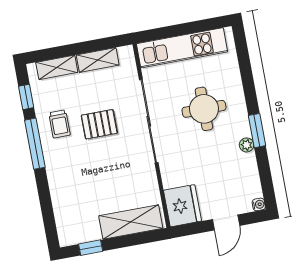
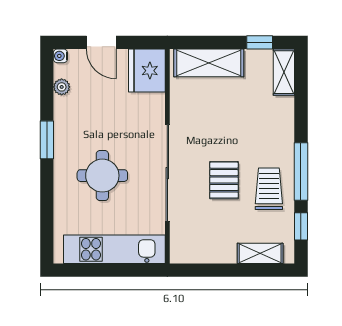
shelving: (98, 60) -> (284, 72), moved, turned 90
trolley: (60, 124) -> (269, 189), width x1.36, depth x1.39
pallet: (99, 124) -> (224, 180), turned 90
plant: (247, 145) -> (62, 87), moved
door: (226, 222) -> (101, 42), swing flipped

